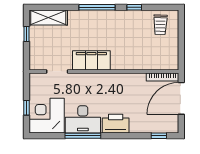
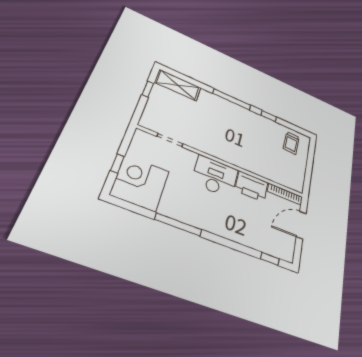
filing cabinet: (91, 60) -> (212, 146), removed
door: (181, 98) -> (301, 225), width x0.73
desk: (83, 119) -> (215, 176), moved, turned 180
printer: (116, 124) -> (252, 186), moved, turned 180

